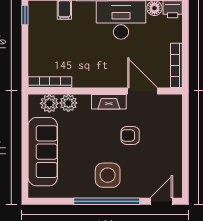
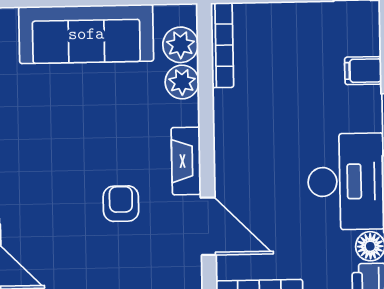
door: (143, 91) -> (208, 226), hinge flipped
side table: (108, 175) -> (43, 161), removed

